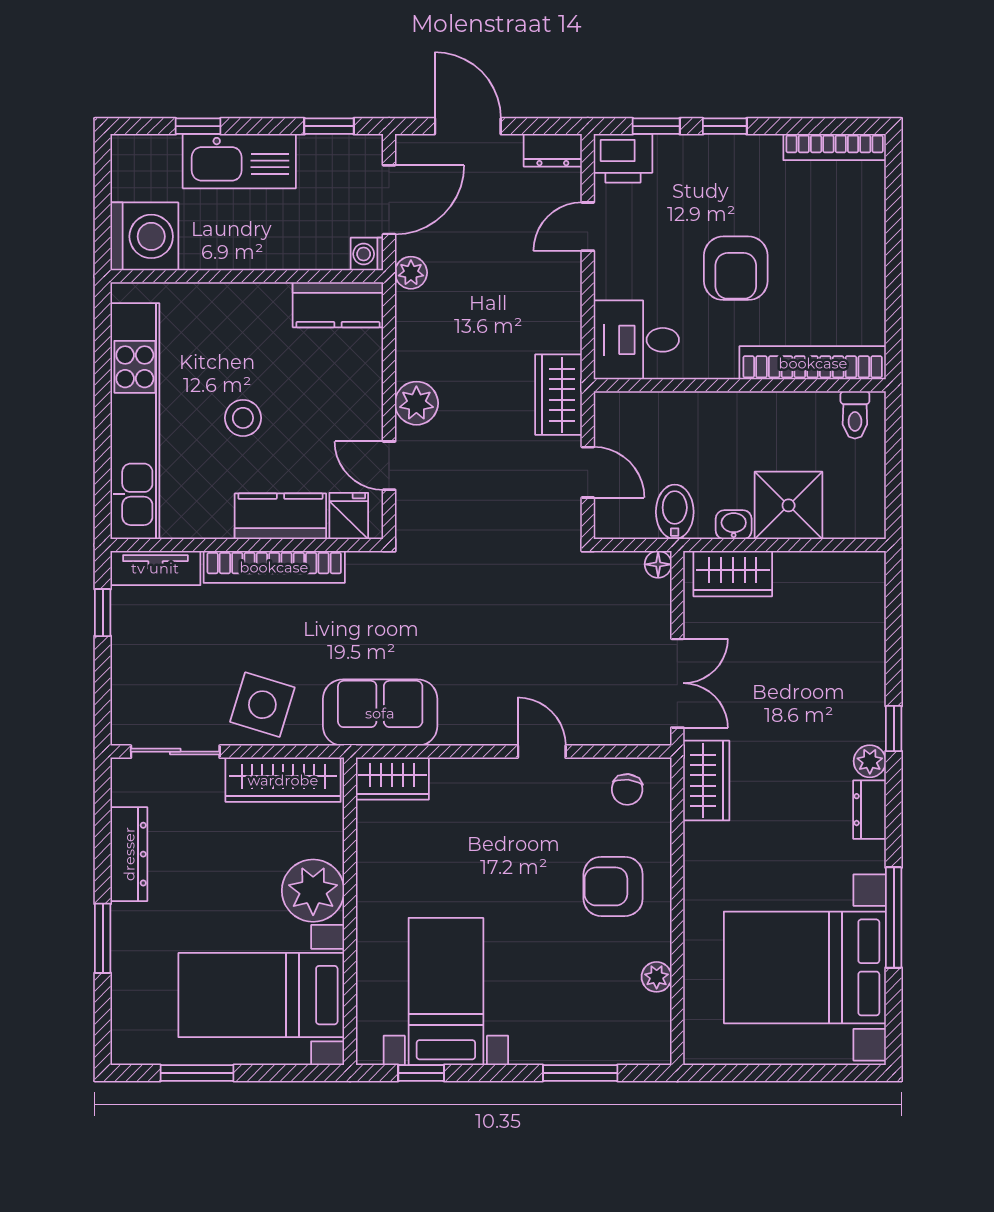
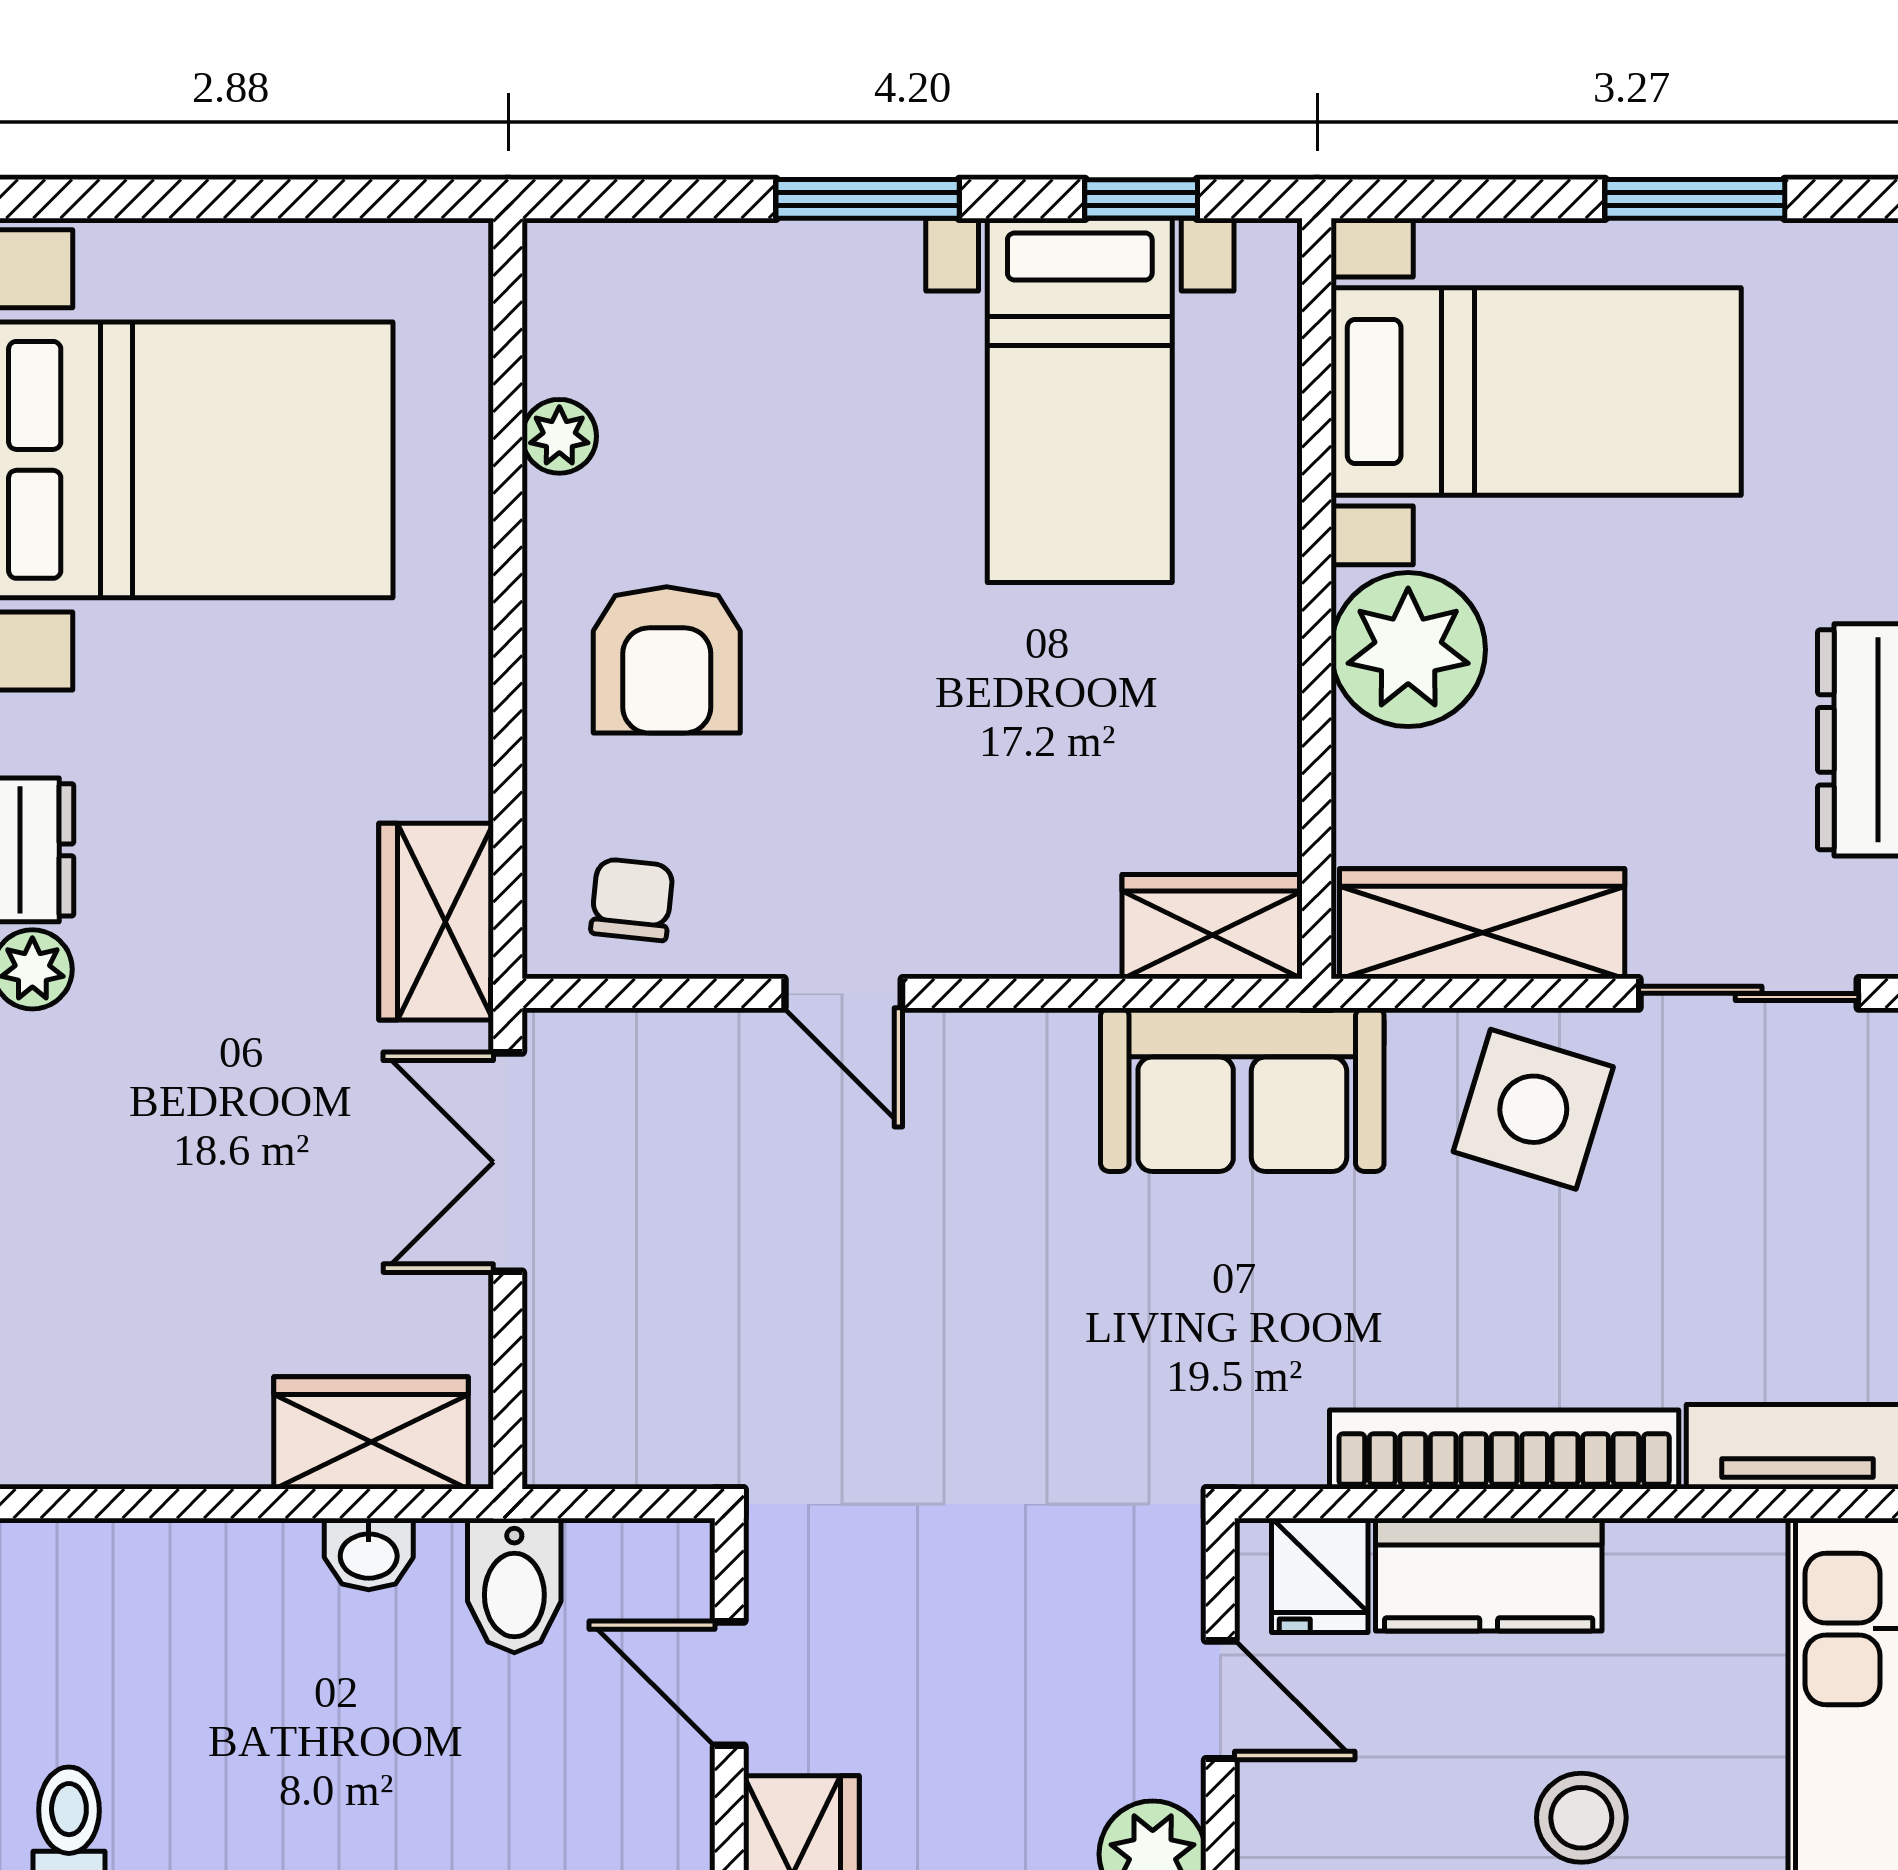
shower: (789, 505) -> (233, 1602), removed
floor lamp: (658, 564) -> (555, 1456), removed
armchair: (613, 886) -> (667, 660), turned 90
window: (580, 1073) -> (868, 199), moved

